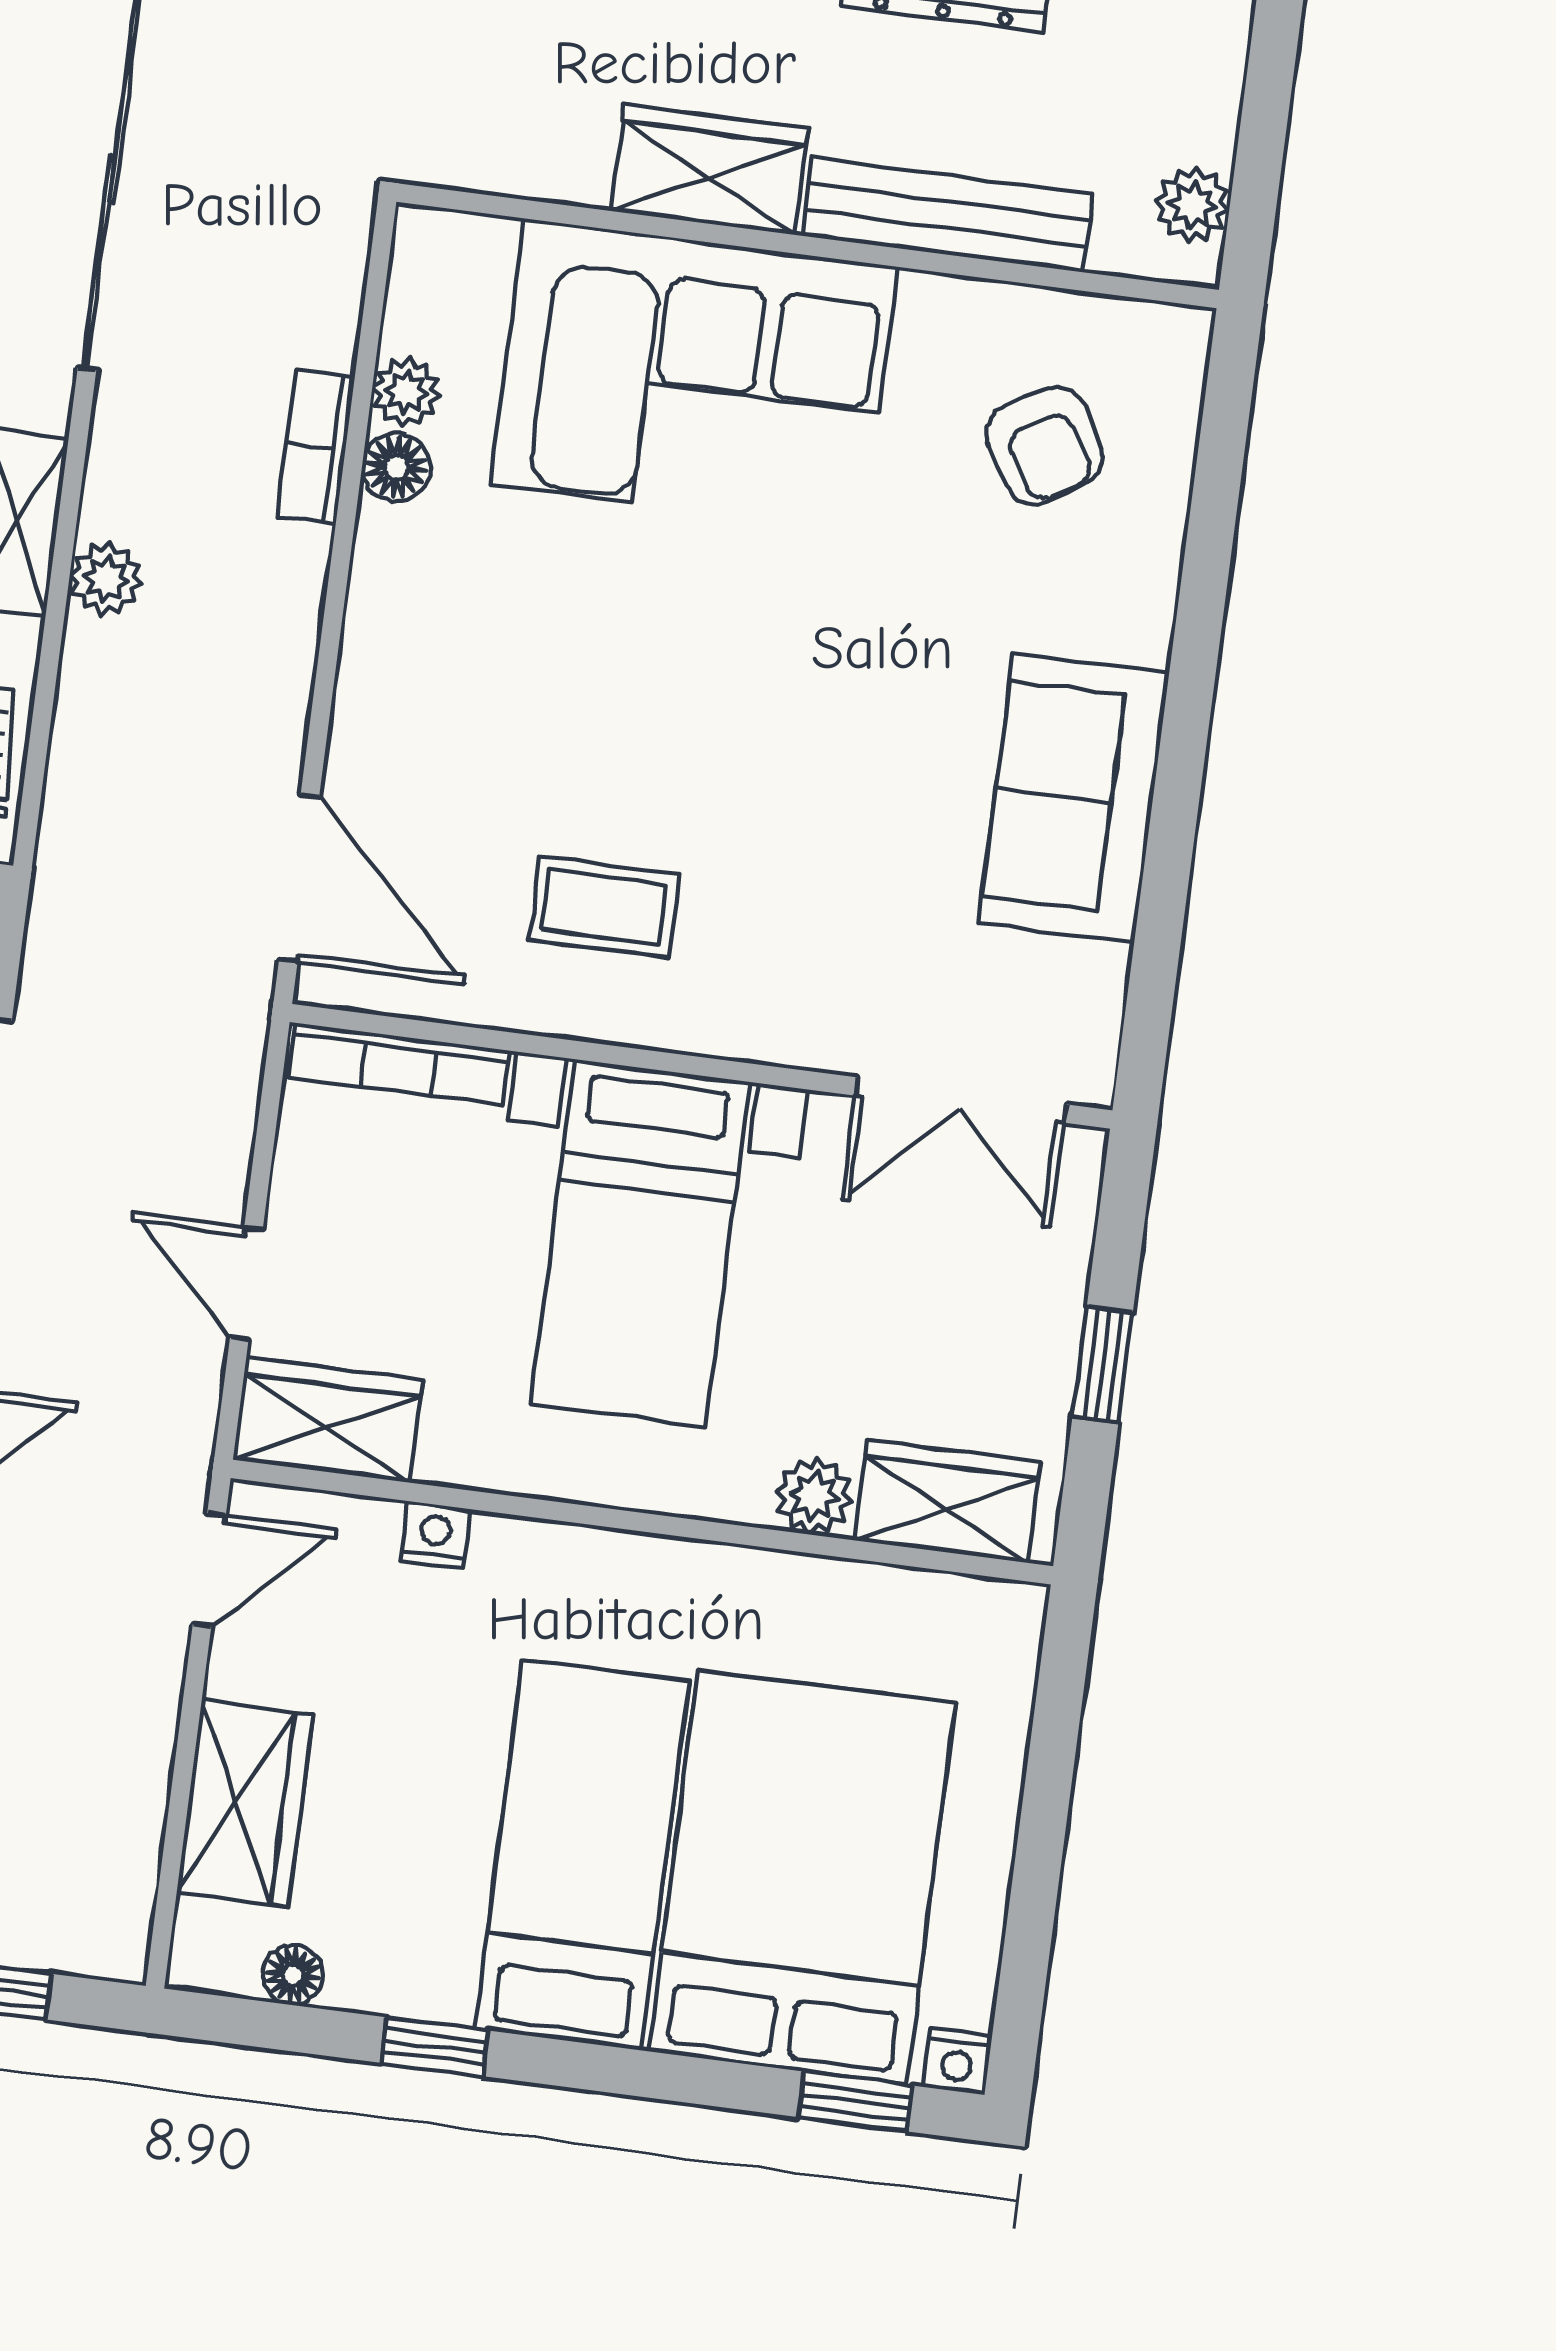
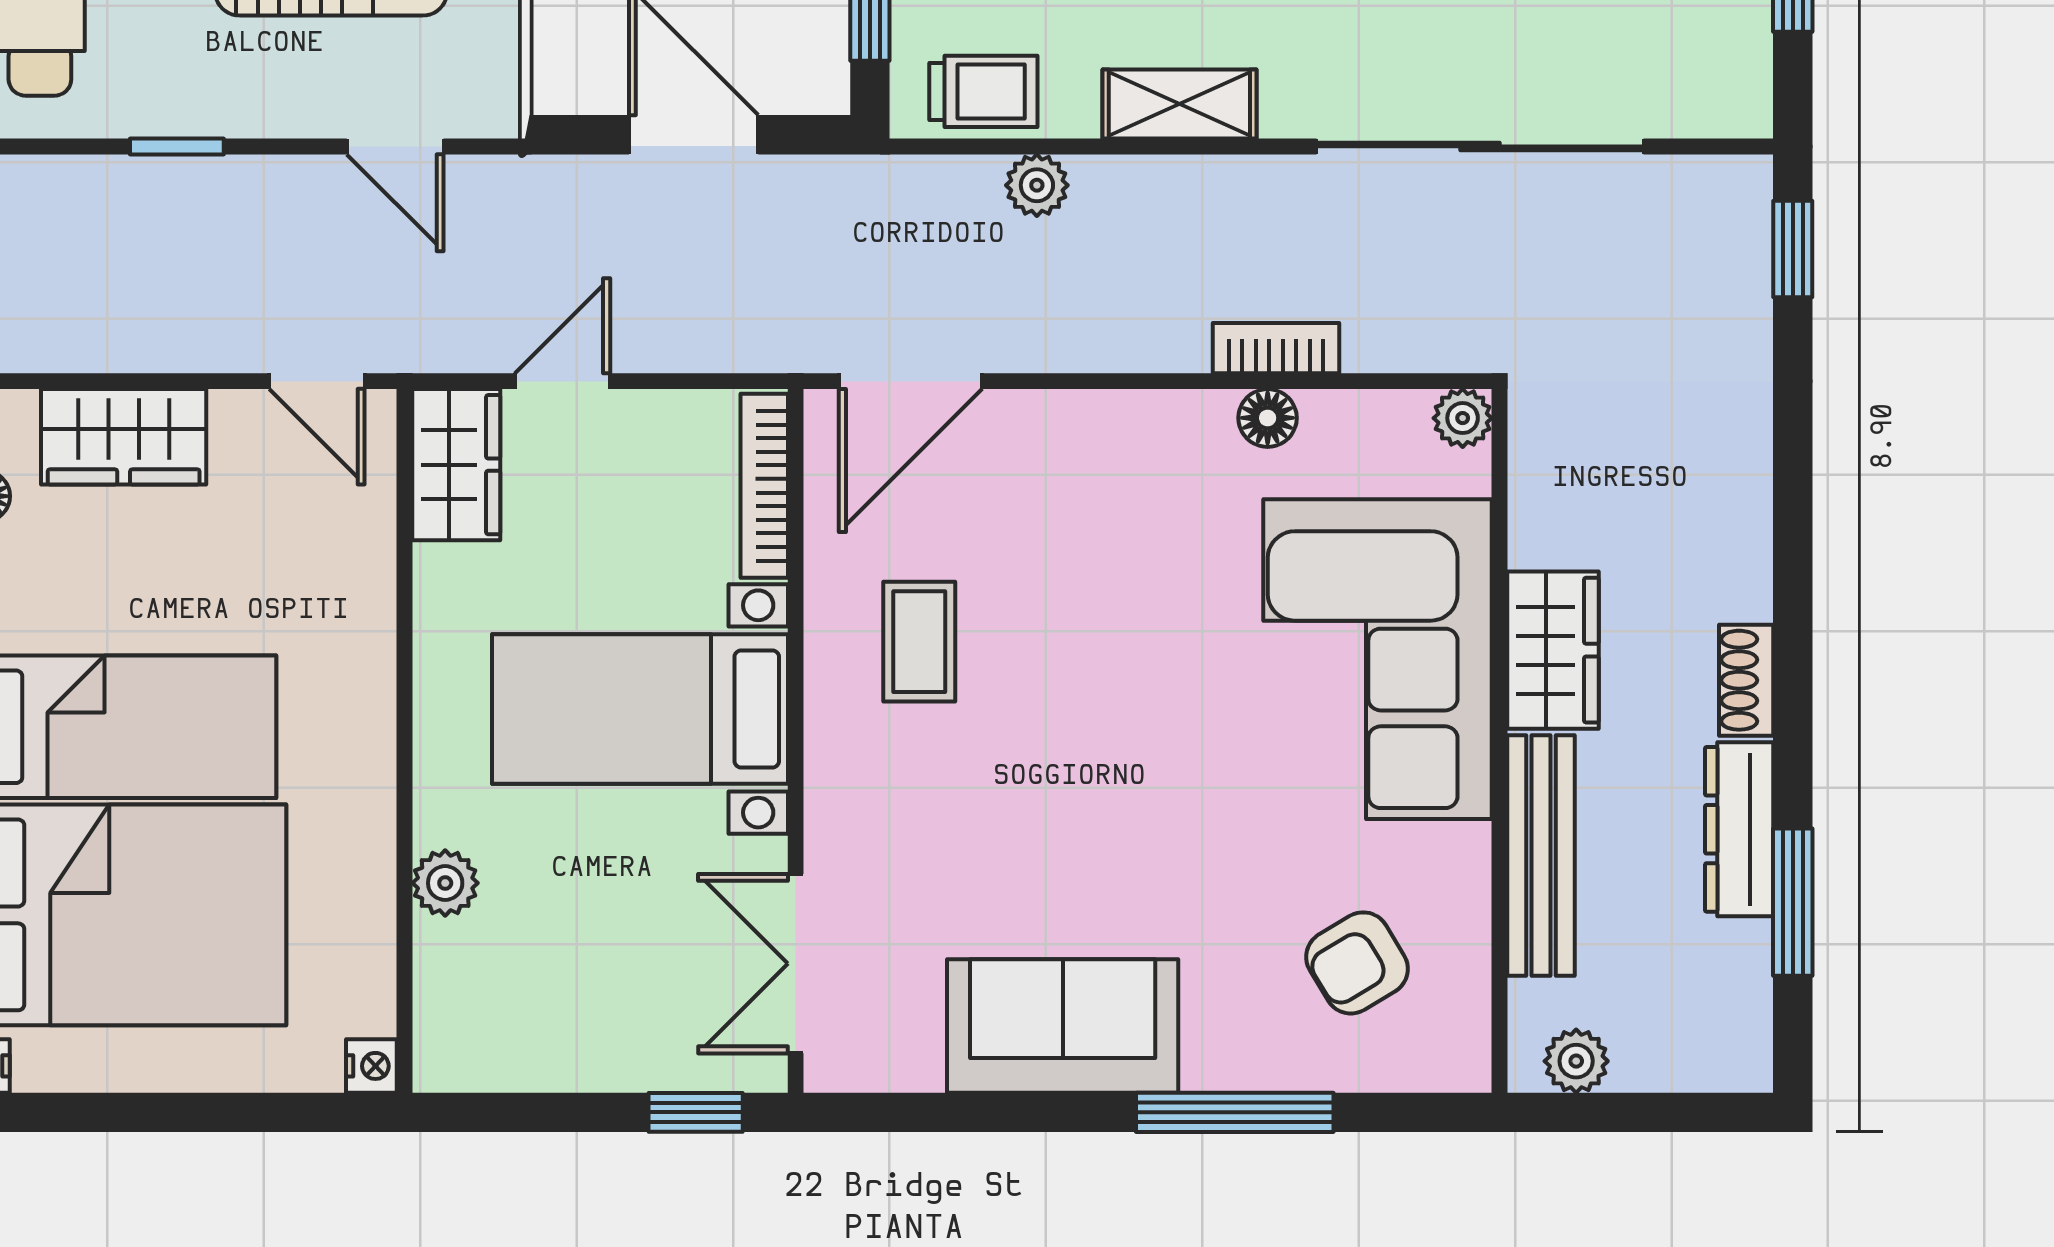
plant: (406, 392) -> (1463, 418), moved
plant: (106, 579) -> (1037, 185), moved
window: (1201, 611) -> (1235, 1112), added
window: (1103, 1365) -> (696, 1112), moved
wardrobe: (947, 1501) -> (456, 996), removed
nightstand: (435, 1535) -> (371, 1066), moved

